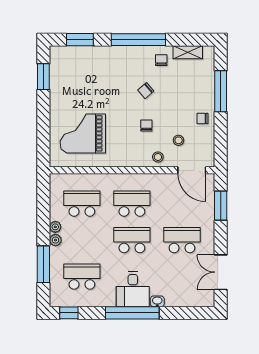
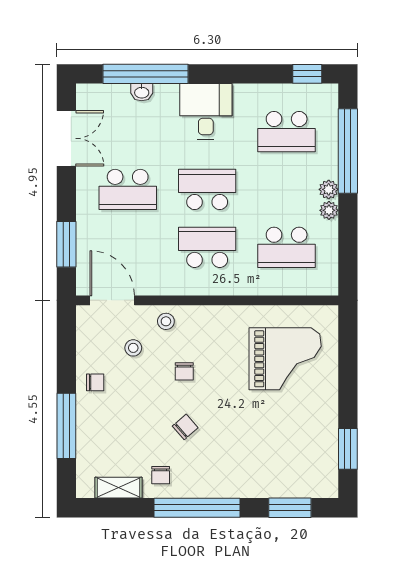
school desk: (132, 204) -> (207, 247), turned 180
school desk: (132, 240) -> (207, 189), turned 180
window: (43, 264) -> (348, 151), width x1.46
washbasin: (157, 301) -> (142, 92), moved
window: (132, 313) -> (145, 74), moved

